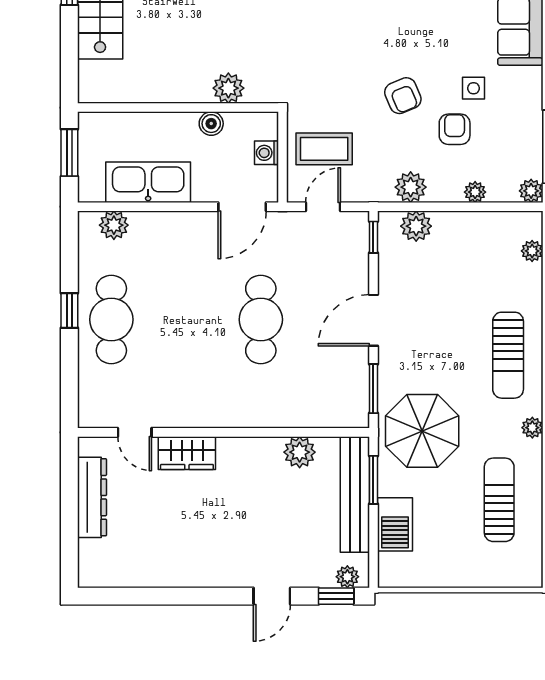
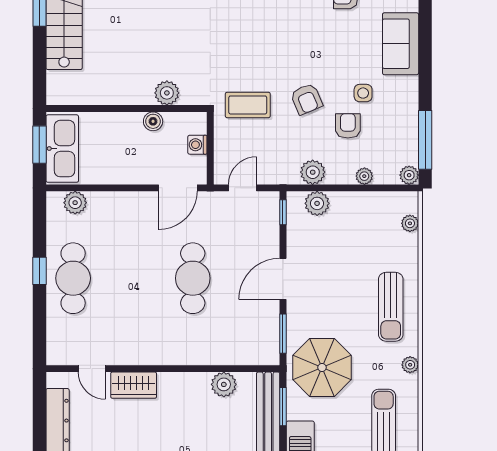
coffee table: (324, 149) -> (248, 105), moved
kitchen sink: (148, 182) -> (62, 149), moved, turned 90

